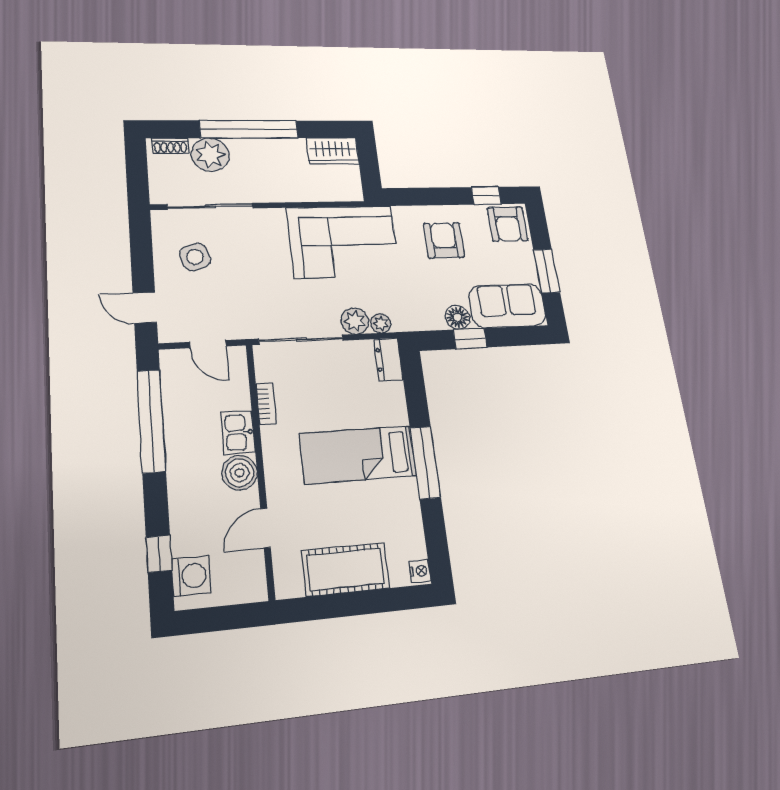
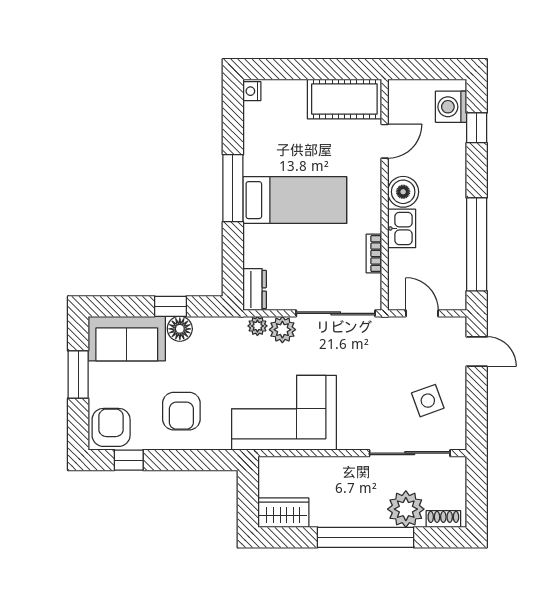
cot: (346, 569) -> (344, 99), moved

